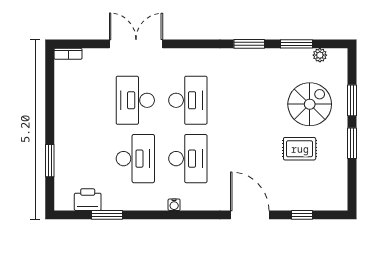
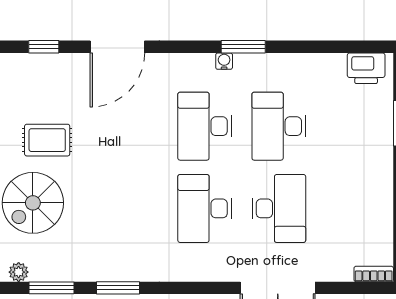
printer: (88, 200) -> (366, 68), moved
window: (107, 215) -> (243, 47), moved
door: (250, 215) -> (117, 47), hinge flipped

